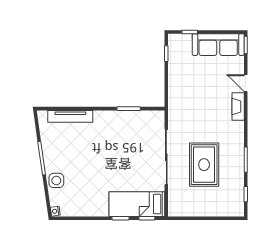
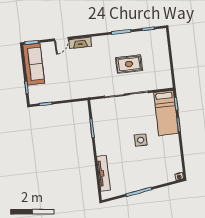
rug: (204, 165) -> (129, 64), width x0.73, depth x0.70
side table: (56, 180) -> (141, 140), moved

